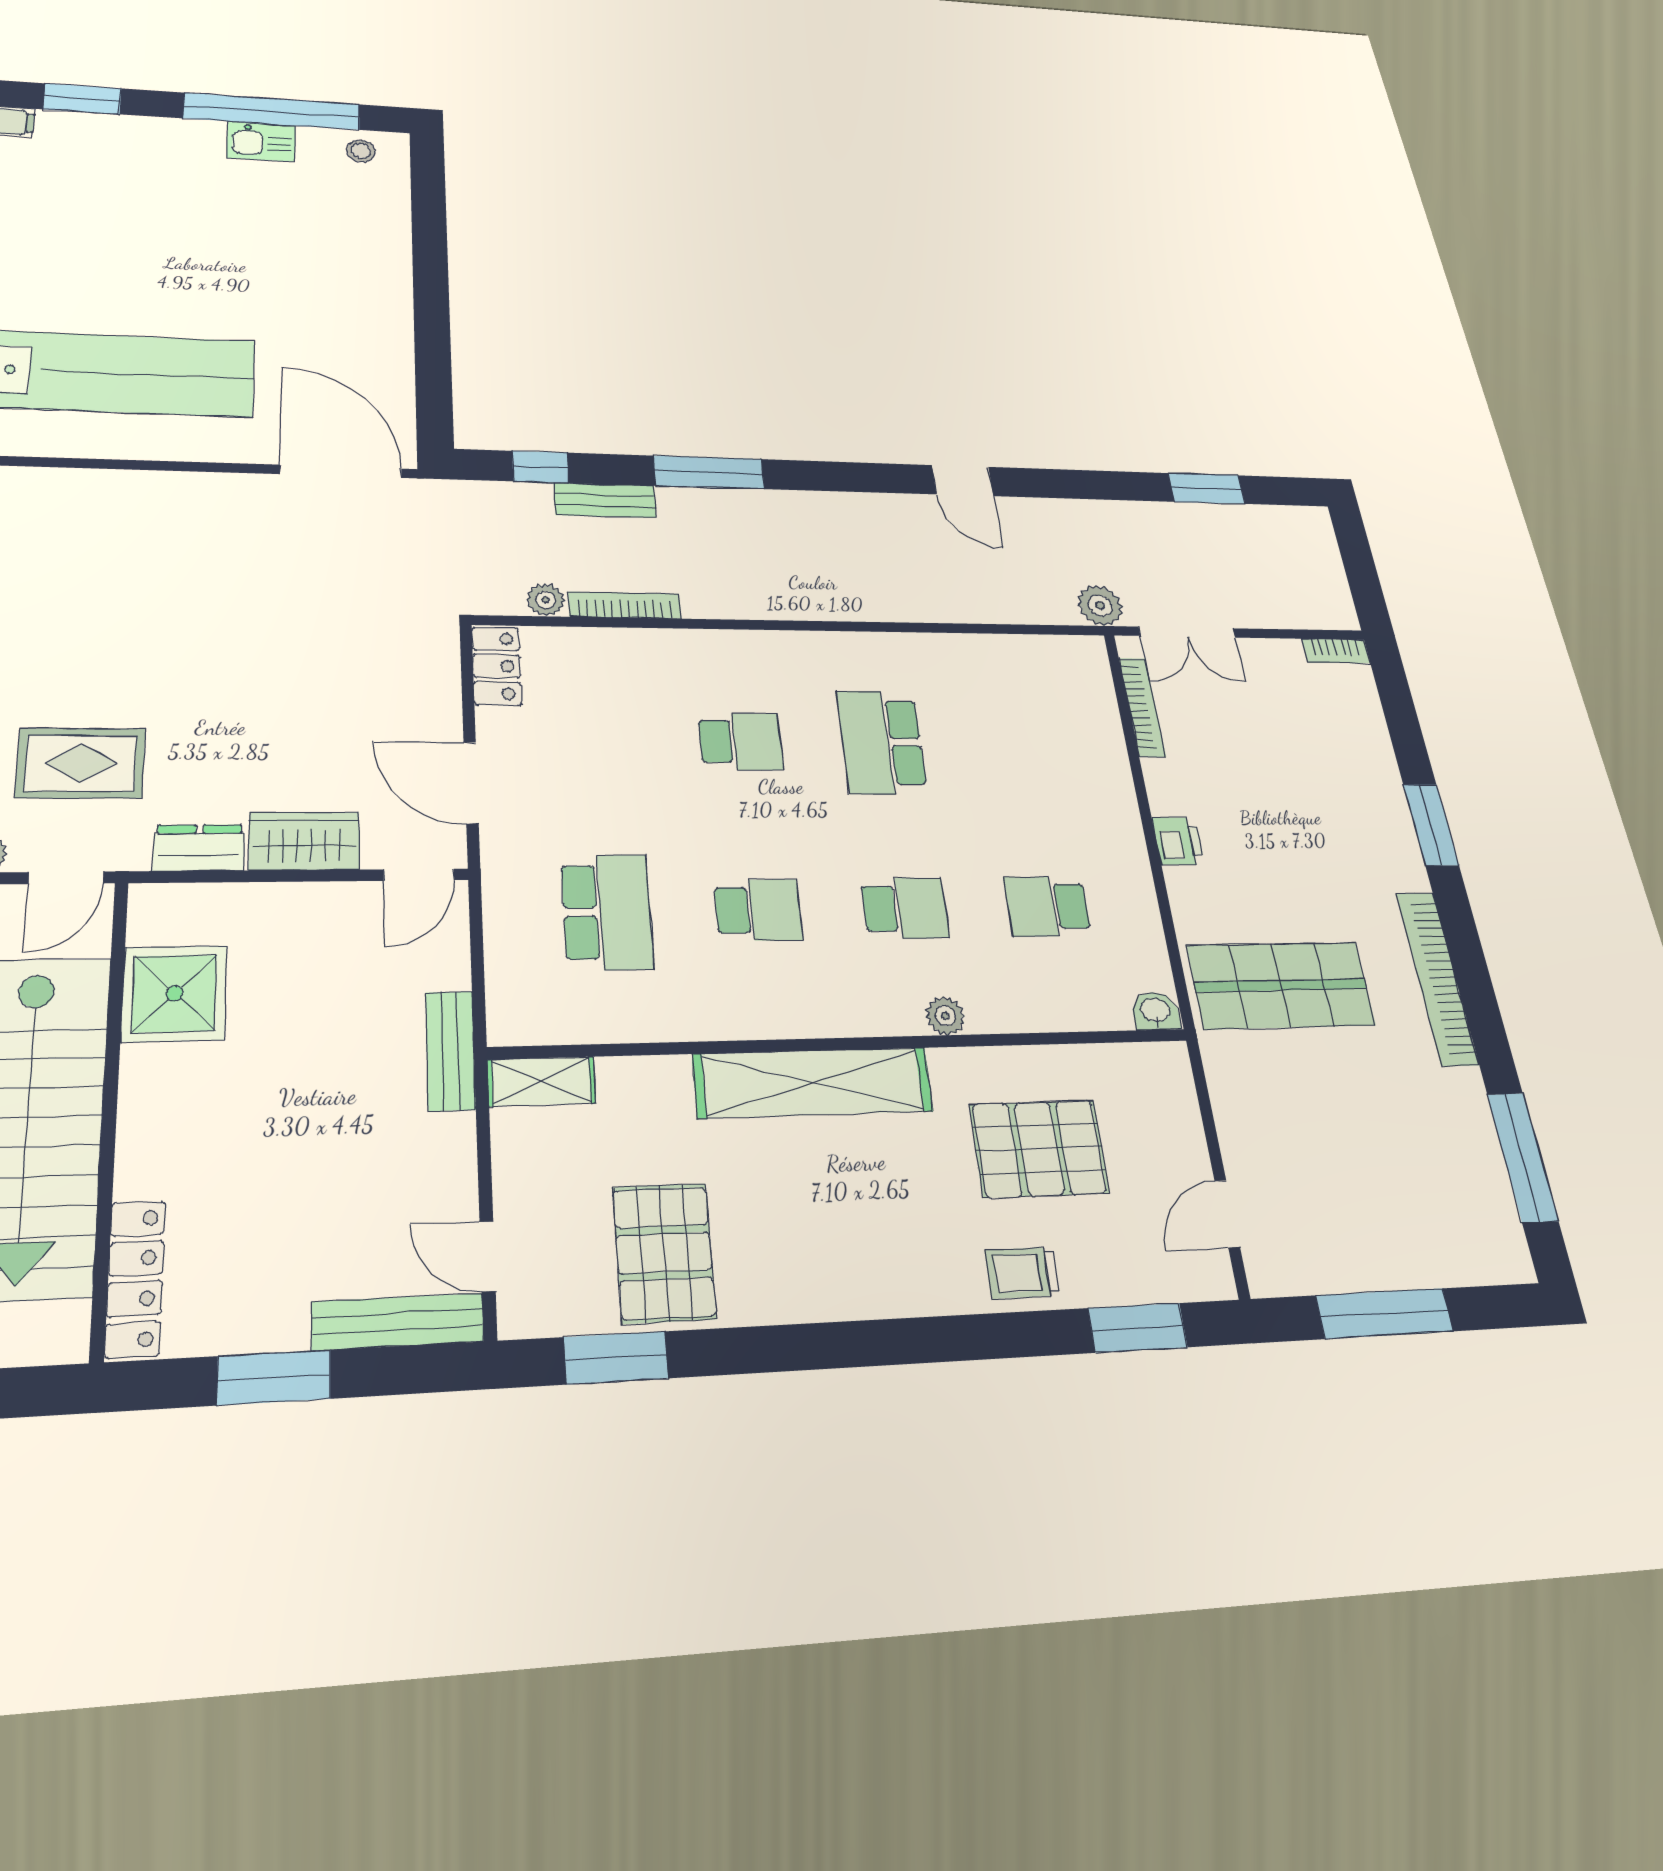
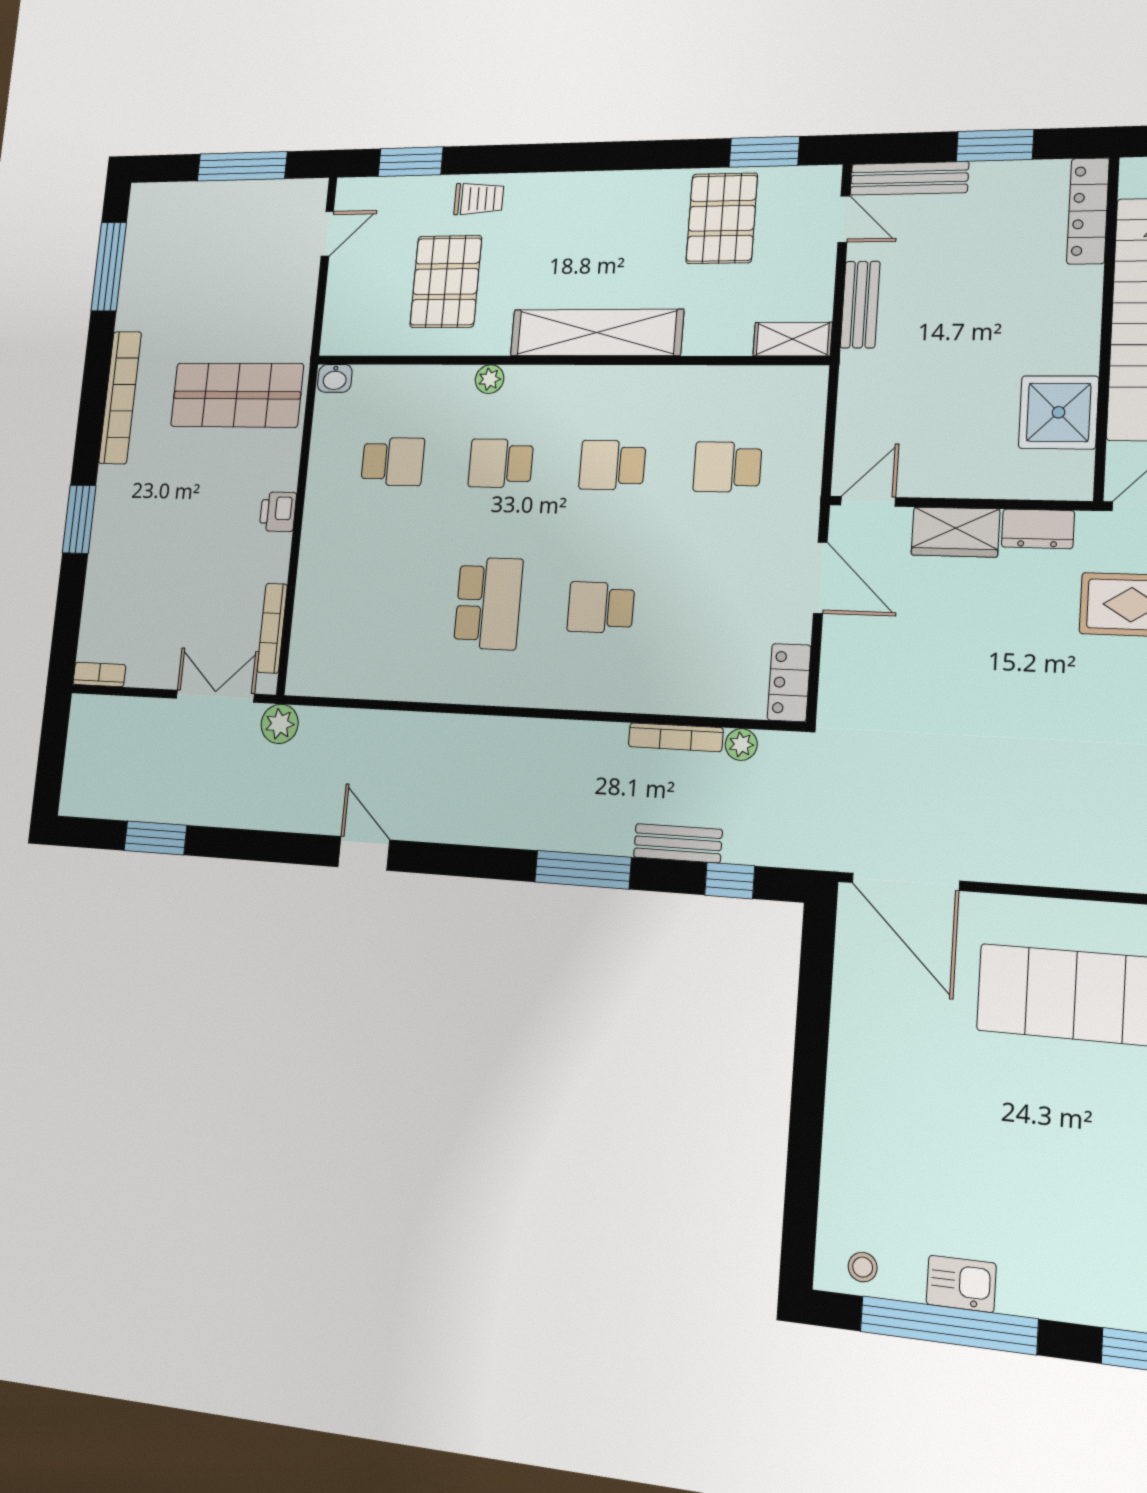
school desk: (607, 912) -> (727, 467), width x0.54
bench: (451, 1051) -> (860, 305), moved
pallet: (1039, 1149) -> (446, 282), turned 90

